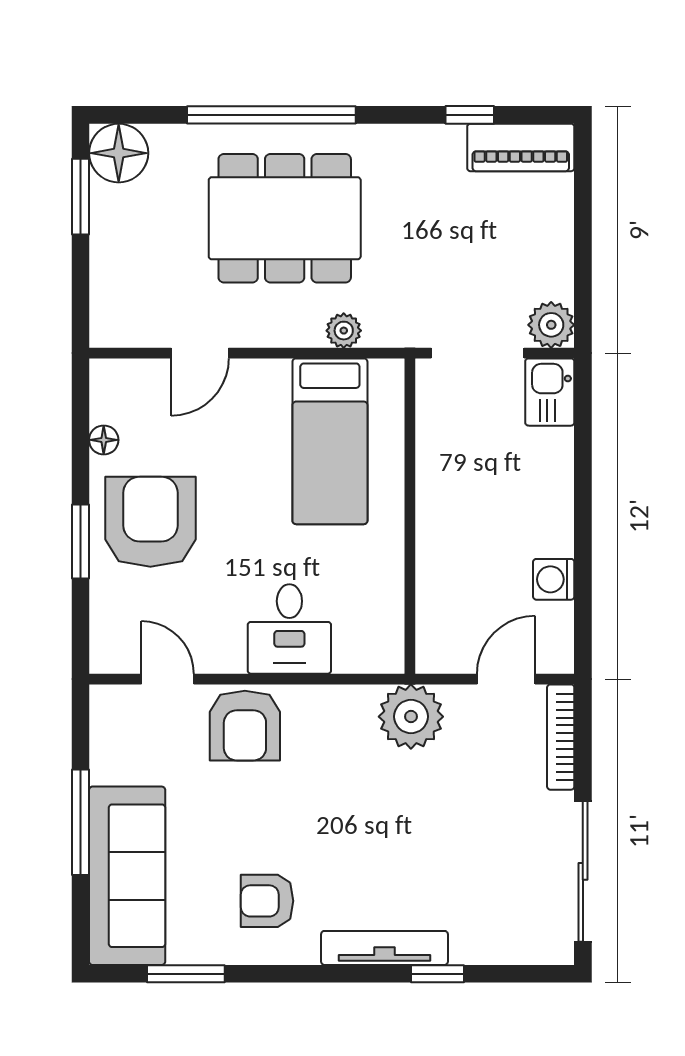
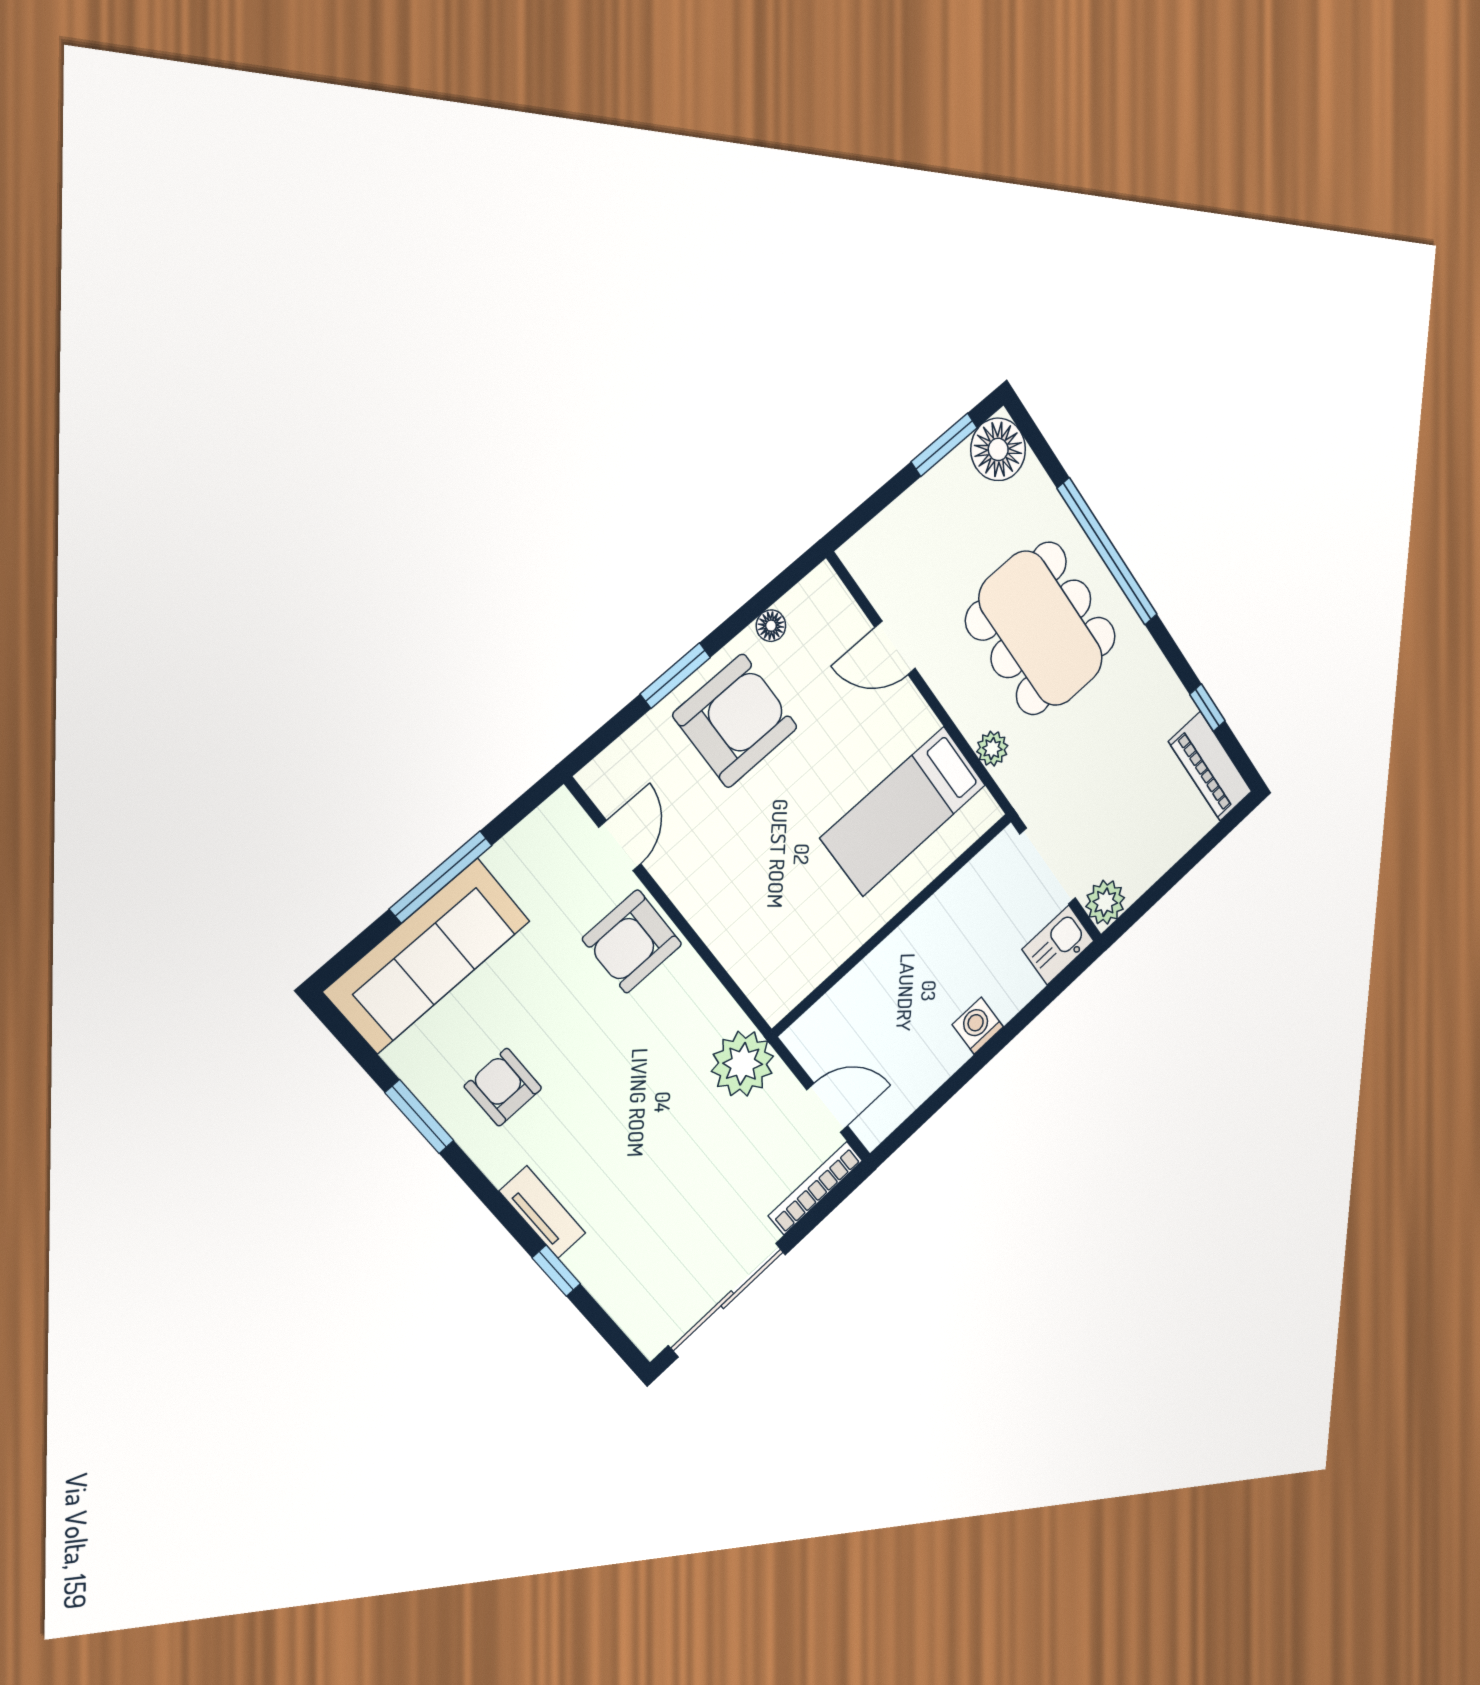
washing machine: (554, 579) -> (978, 1026), moved
desk: (289, 629) -> (737, 908), removed
tv unit: (384, 948) -> (543, 1212), width x0.71
window: (186, 974) -> (419, 1117), moved

